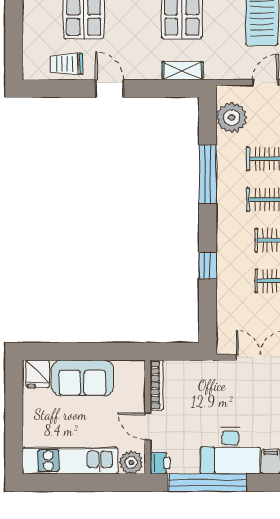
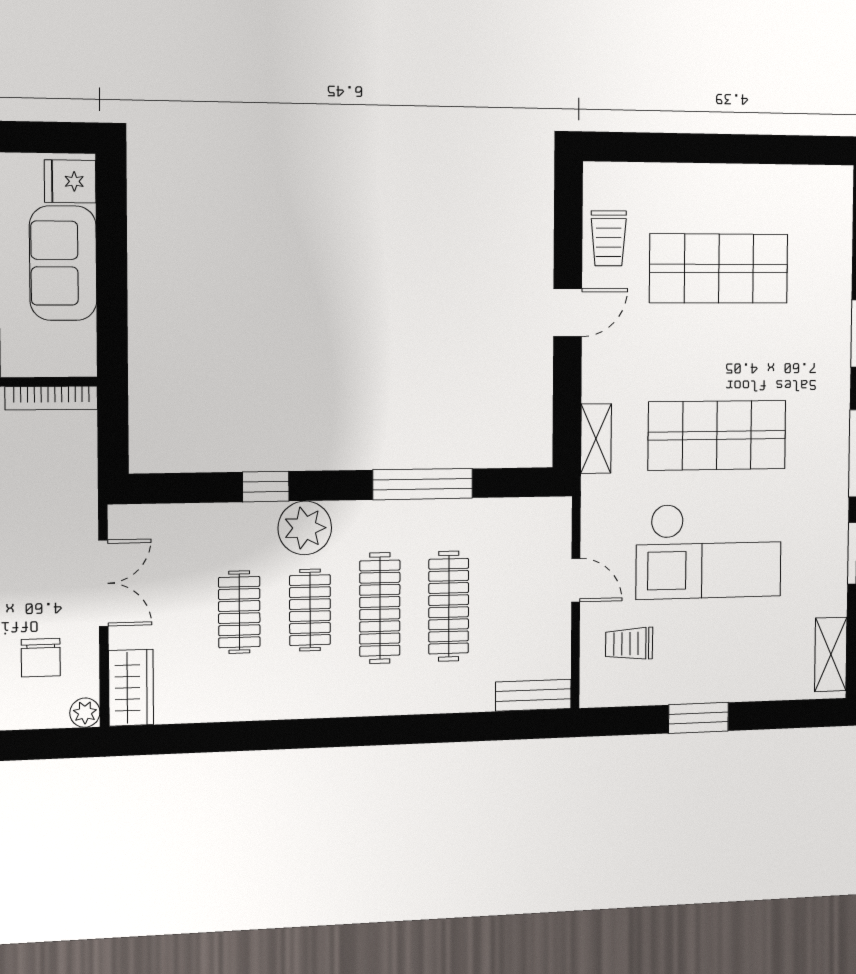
trolley: (67, 64) -> (609, 238), turned 180
plant: (232, 117) -> (305, 528), moved

